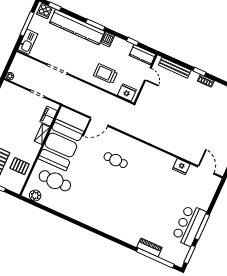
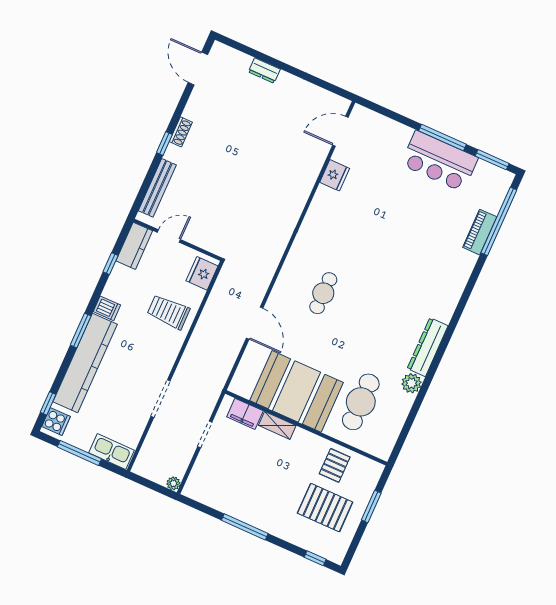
trolley: (106, 74) -> (168, 312), turned 90
plant: (35, 195) -> (412, 383), moved
dresser: (85, 218) -> (428, 347), added

